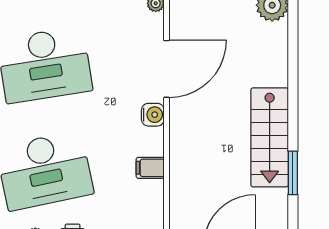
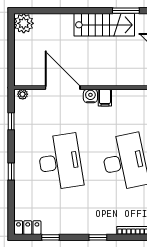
filing cabinet: (150, 168) -> (105, 98), moved

